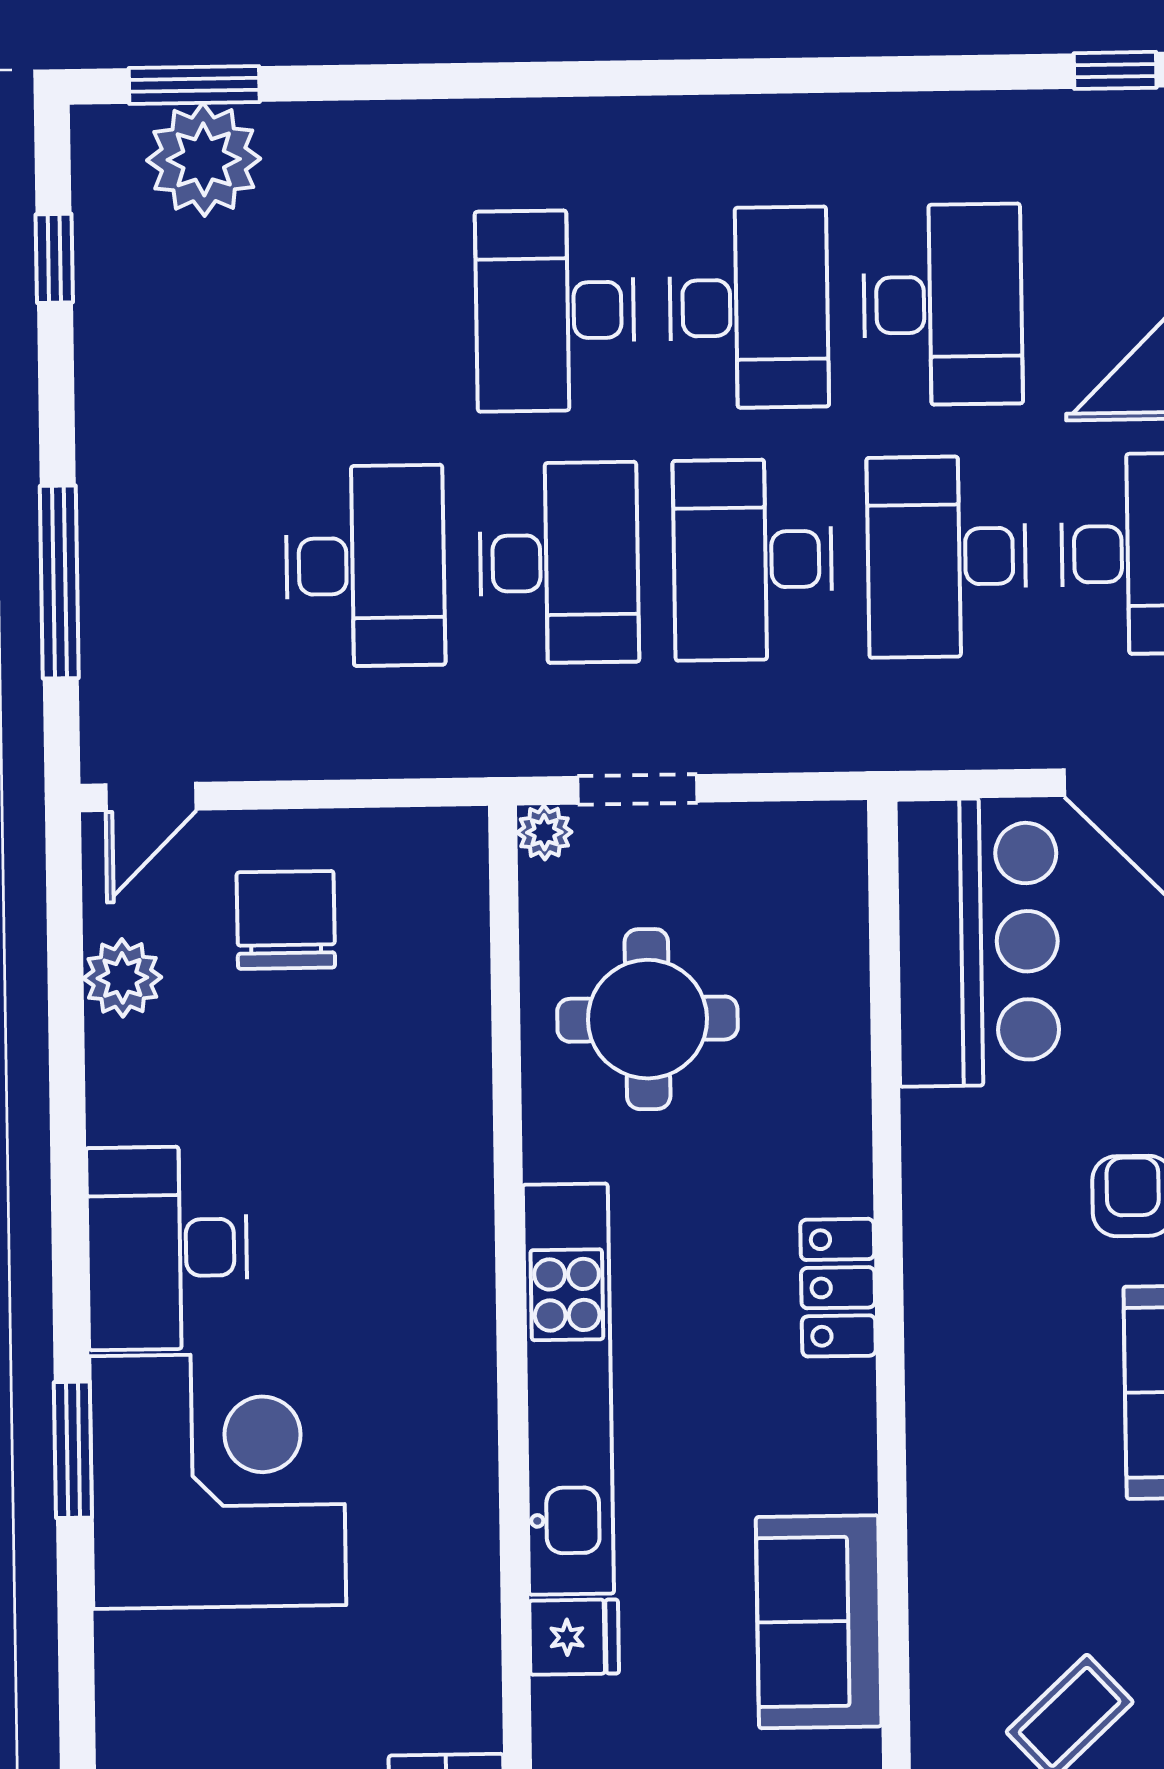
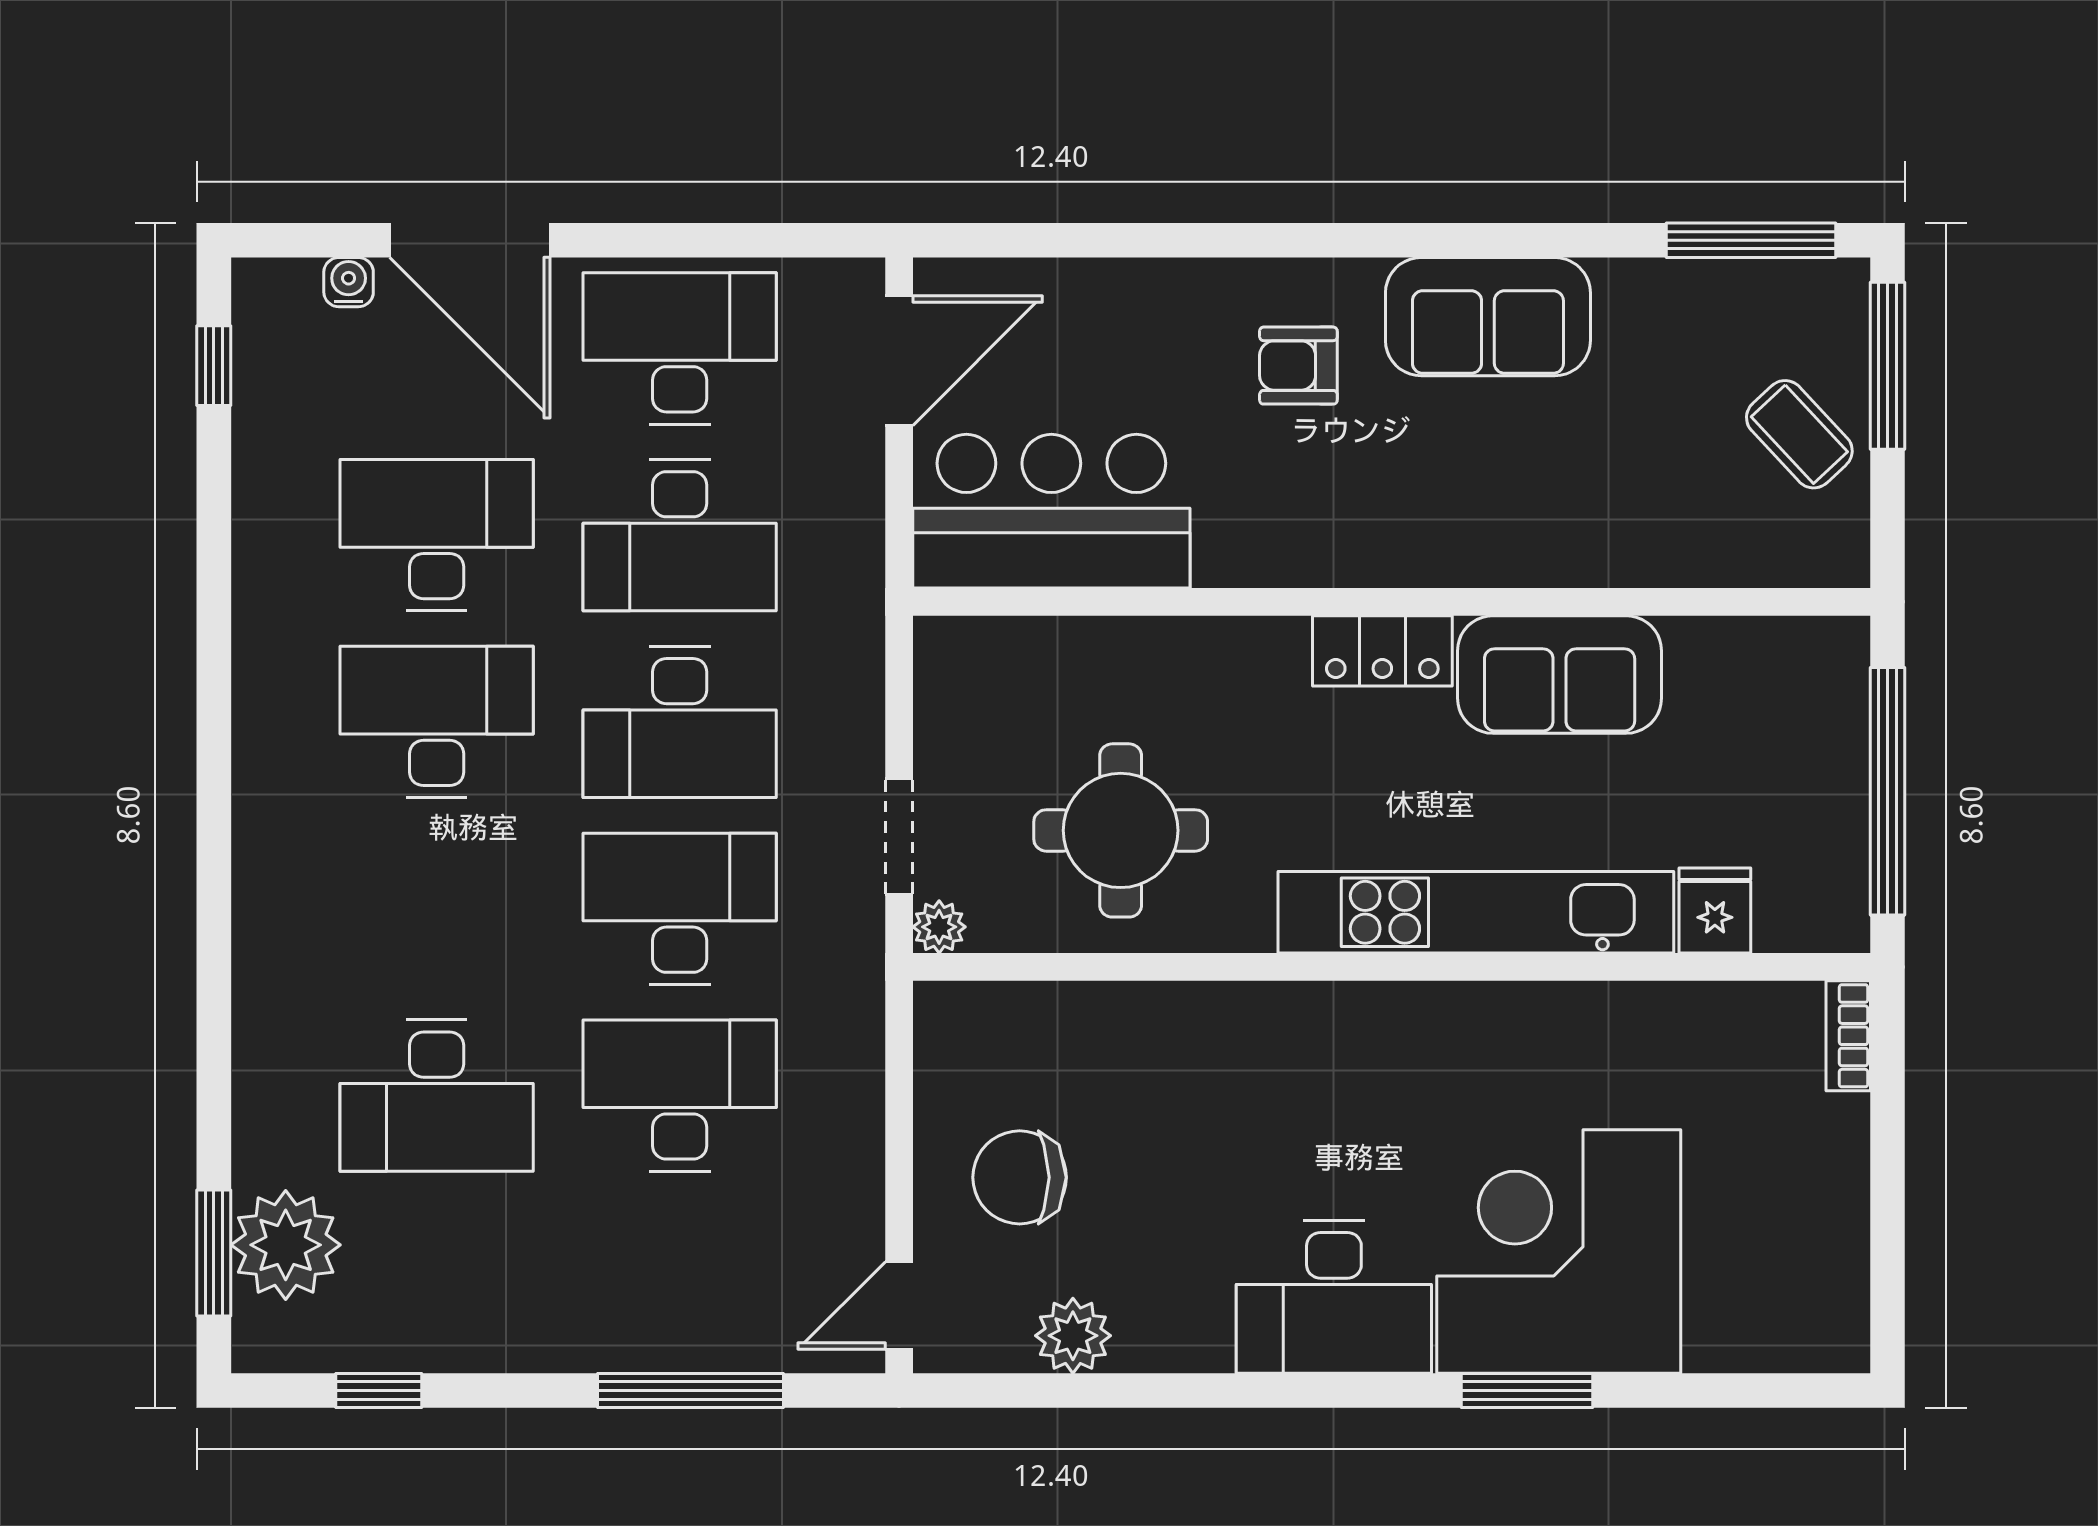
desk: (555, 311) -> (437, 1096), moved
door: (151, 797) -> (899, 1306), swing flipped
sofa: (819, 1622) -> (1560, 675), moved

